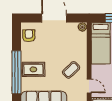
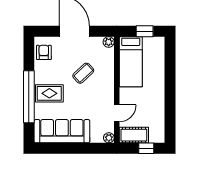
coffee table: (71, 70) -> (83, 73), moved
door: (89, 86) -> (117, 113), hinge flipped

